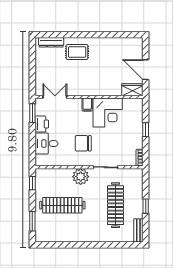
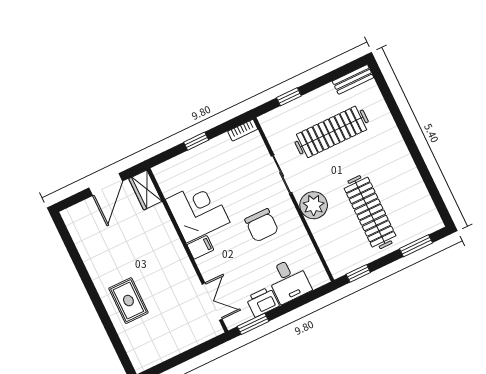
dresser: (51, 42) -> (133, 347), removed
double door: (55, 97) -> (212, 302), swing flipped
window: (146, 206) -> (289, 97), moved

